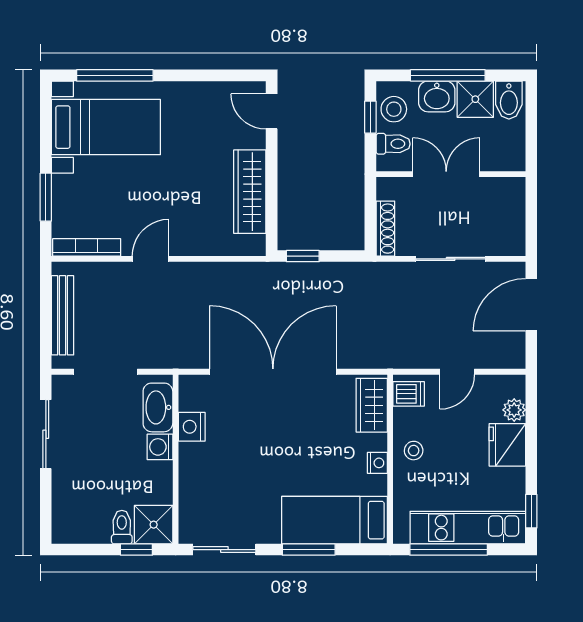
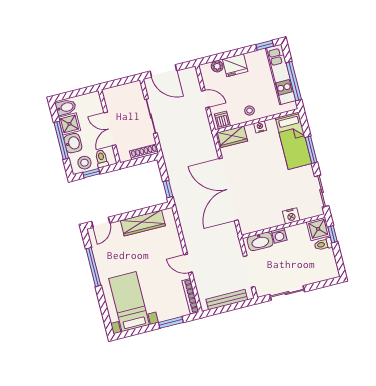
window: (115, 75) -> (93, 267), moved
nightstand: (192, 427) -> (291, 216), moved

